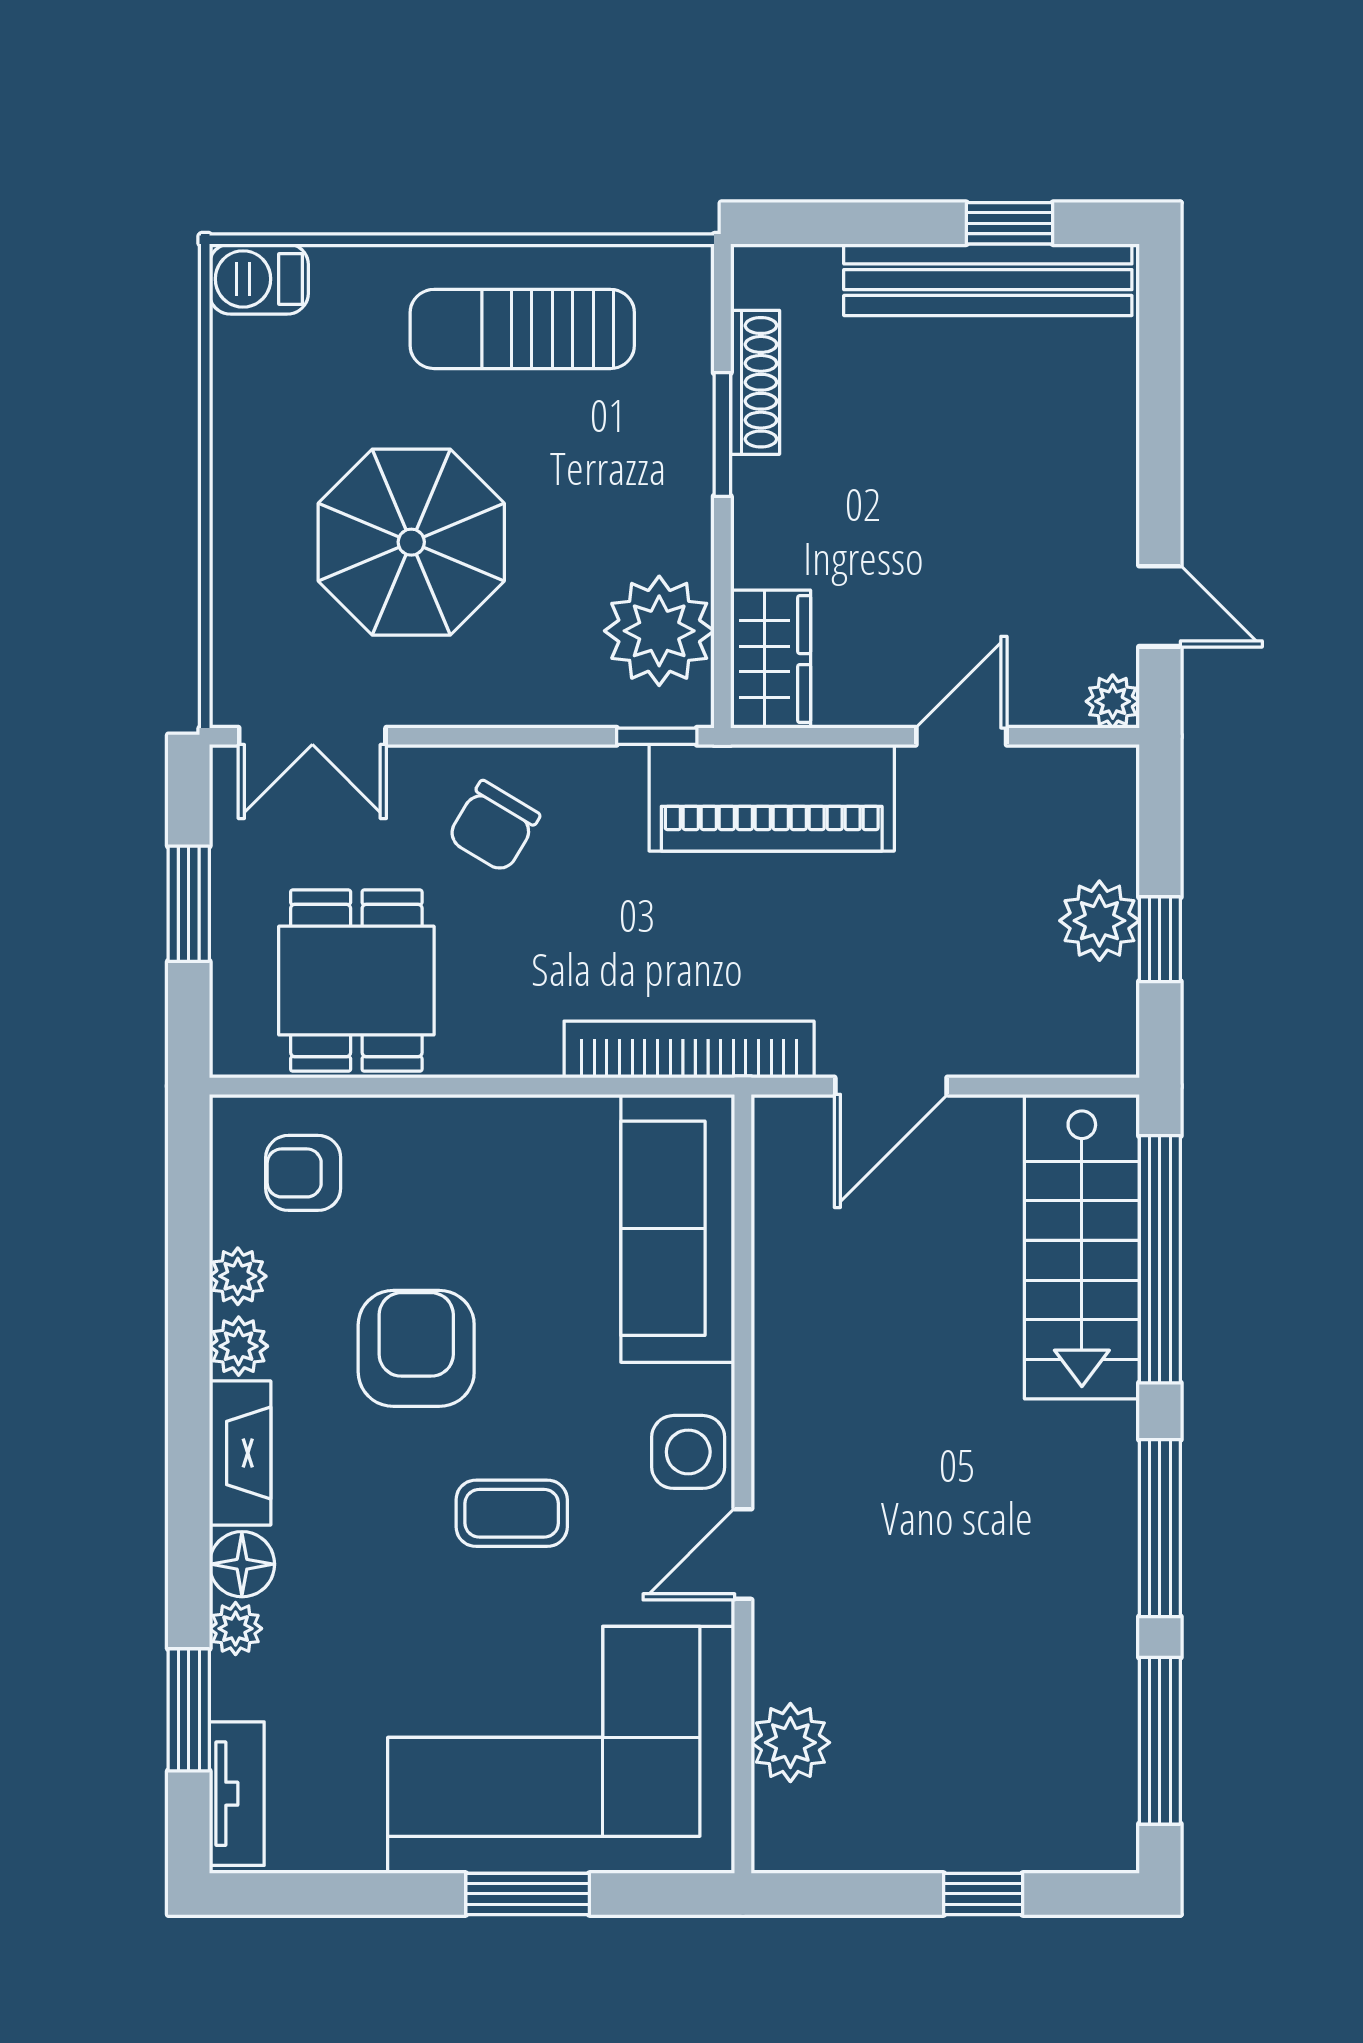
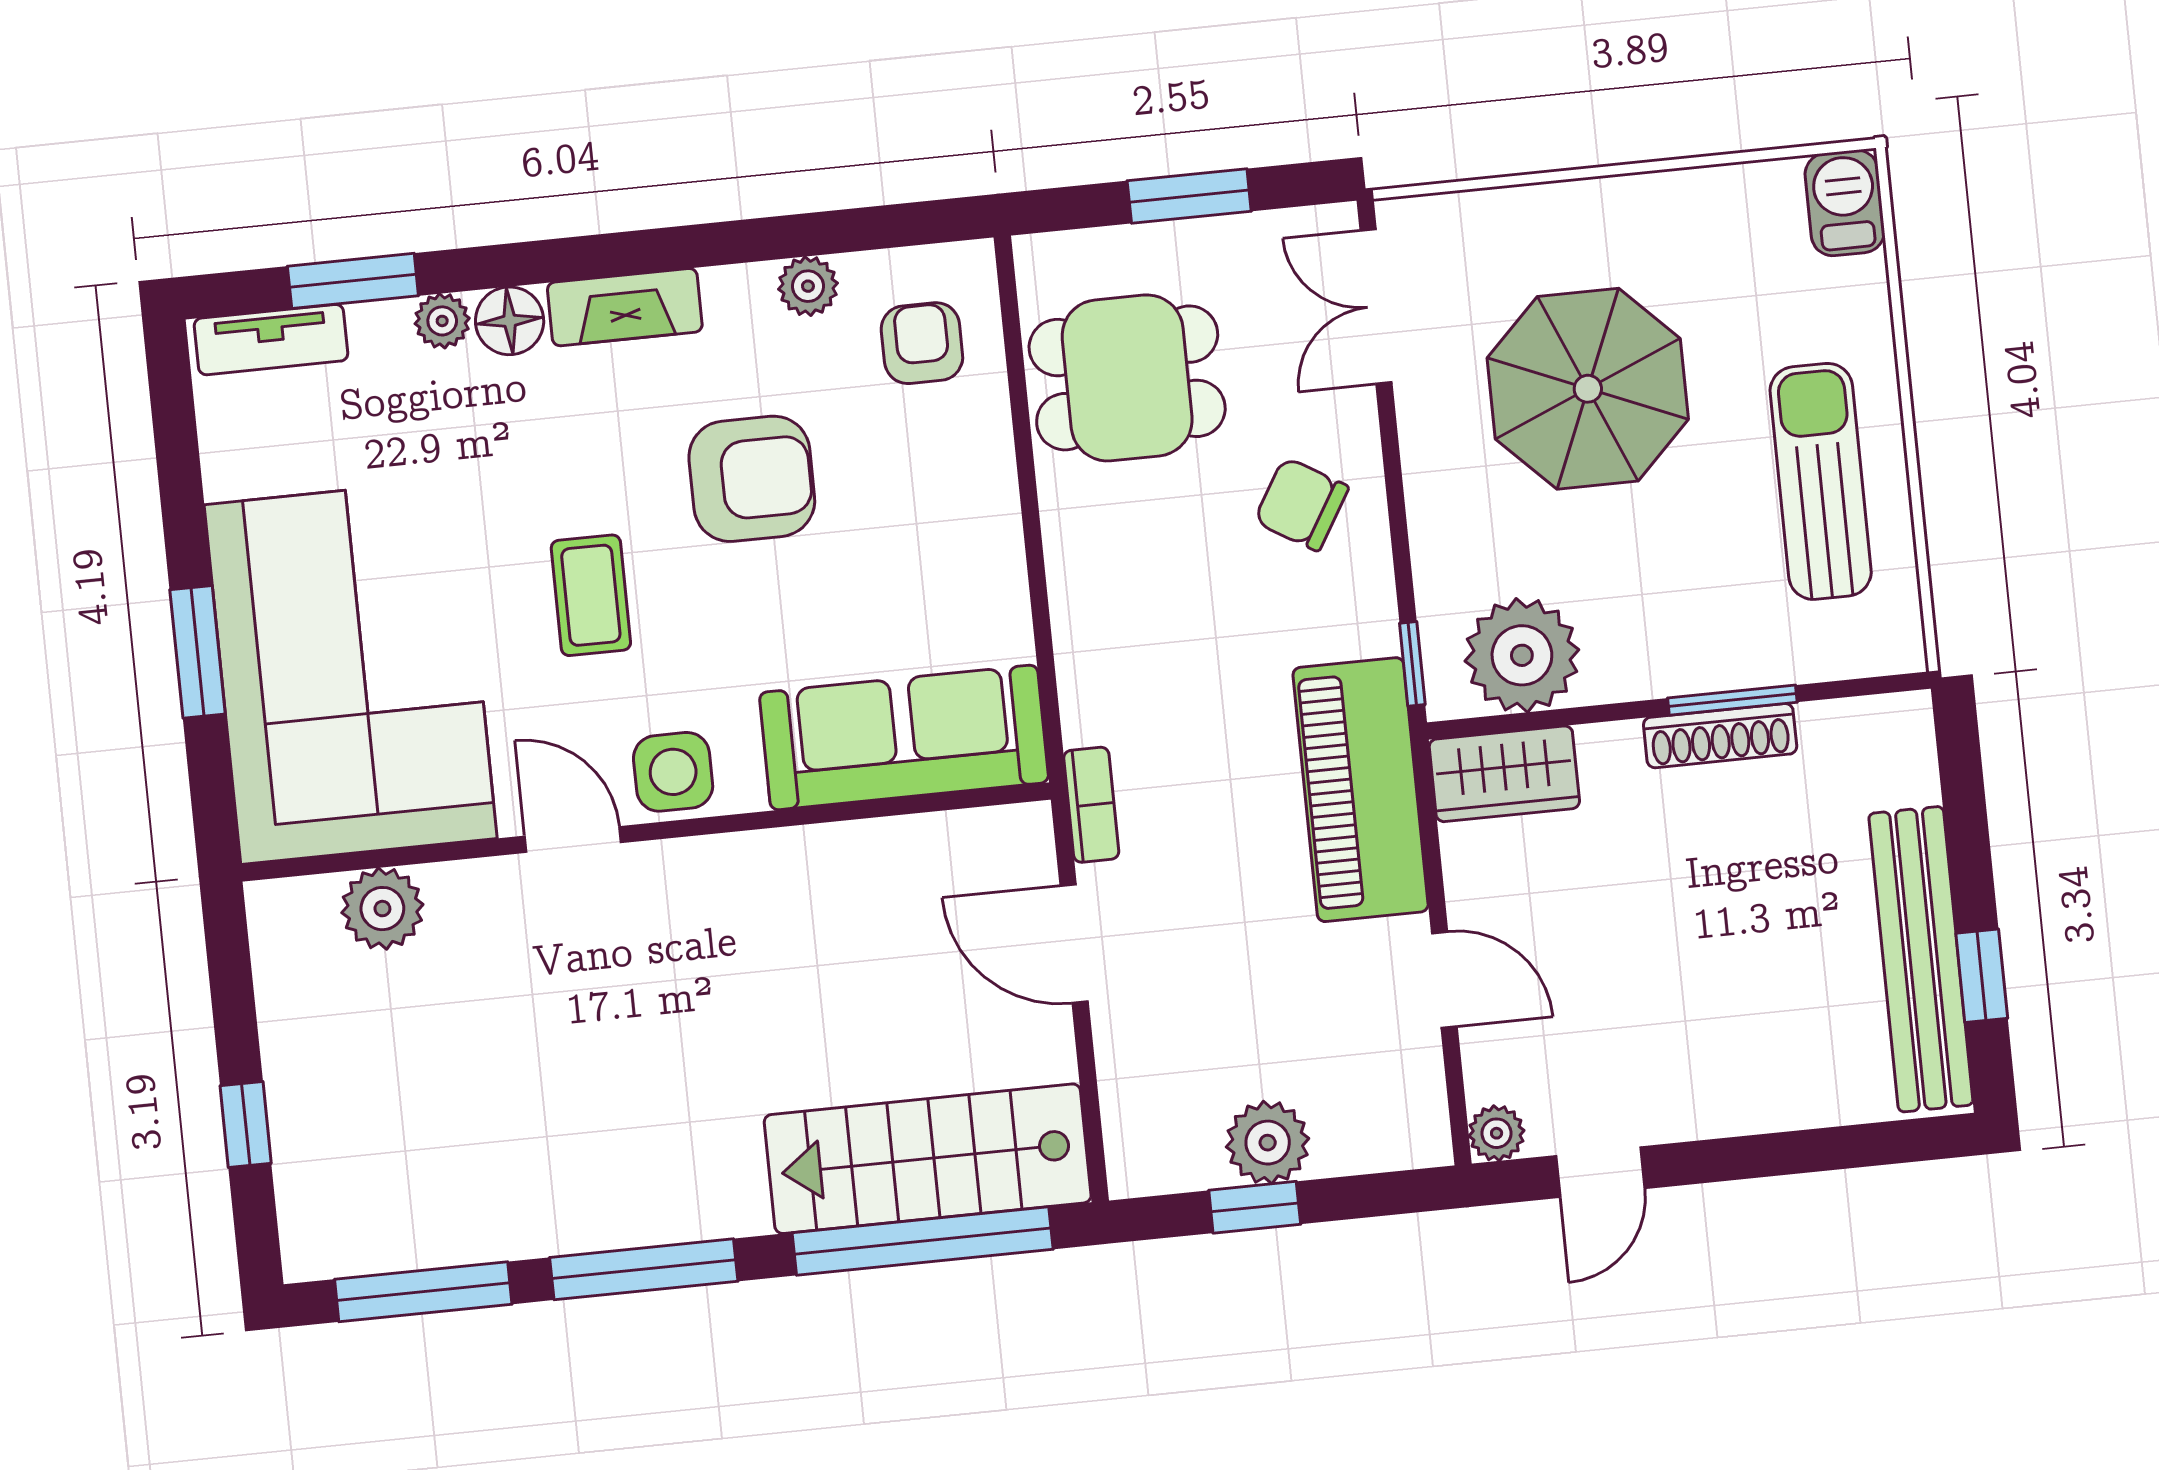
shoe rack: (755, 382) -> (1720, 736), moved
bookcase: (689, 1049) -> (1091, 805), width x0.43, depth x0.76
plant: (239, 1346) -> (735, 294), removed

